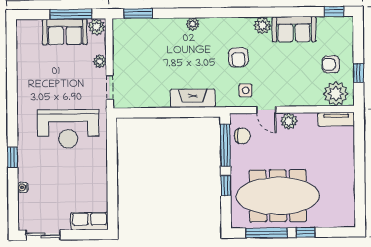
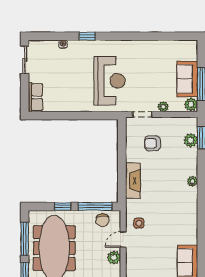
plant: (262, 25) -> (191, 140), moved
armchair: (238, 57) -> (153, 143), moved
reception desk: (68, 129) -> (110, 81), turned 180

